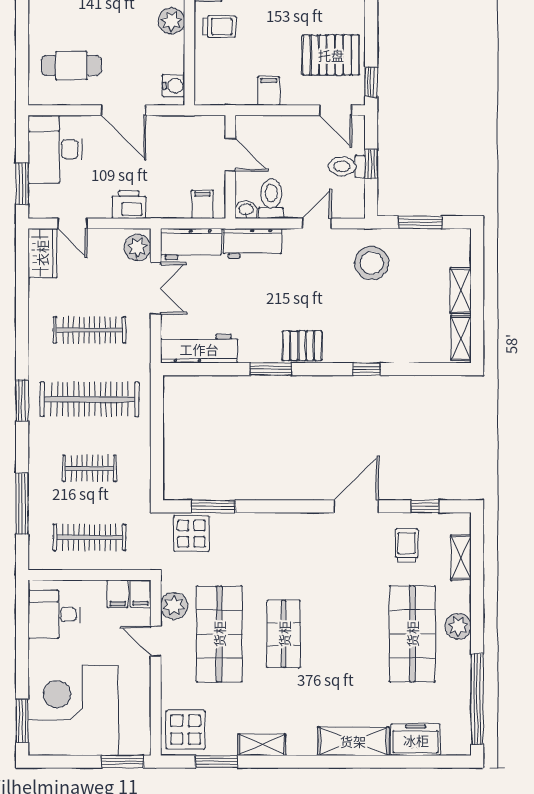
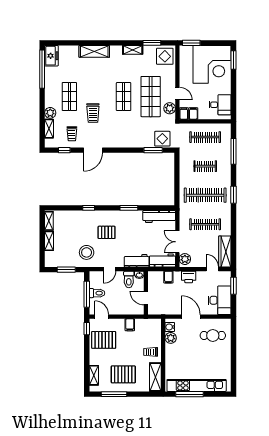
plant: (171, 21) -> (171, 338), moved
window: (371, 164) -> (87, 294), width x2.17
filing cabinet: (202, 204) -> (168, 277), moved
wardrobe: (42, 253) -> (225, 251), width x1.50
pallet: (302, 346) -> (107, 232), moved
trolley: (357, 595) -> (93, 113), added
plant: (458, 626) -> (50, 113), moved
shop shelf: (412, 634) -> (69, 97), width x0.70, depth x0.74
freezer: (416, 740) -> (51, 56), moved, turned -90

